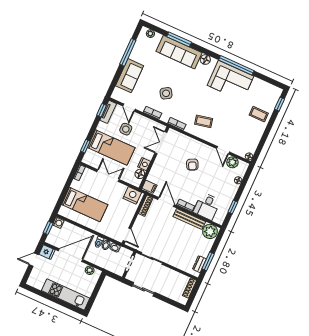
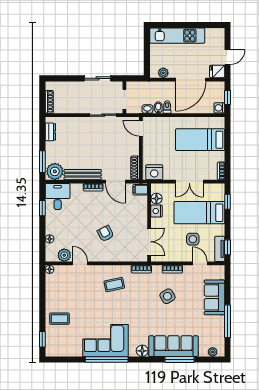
desk: (207, 206) -> (58, 196), moved
window: (208, 261) -> (42, 162), moved

